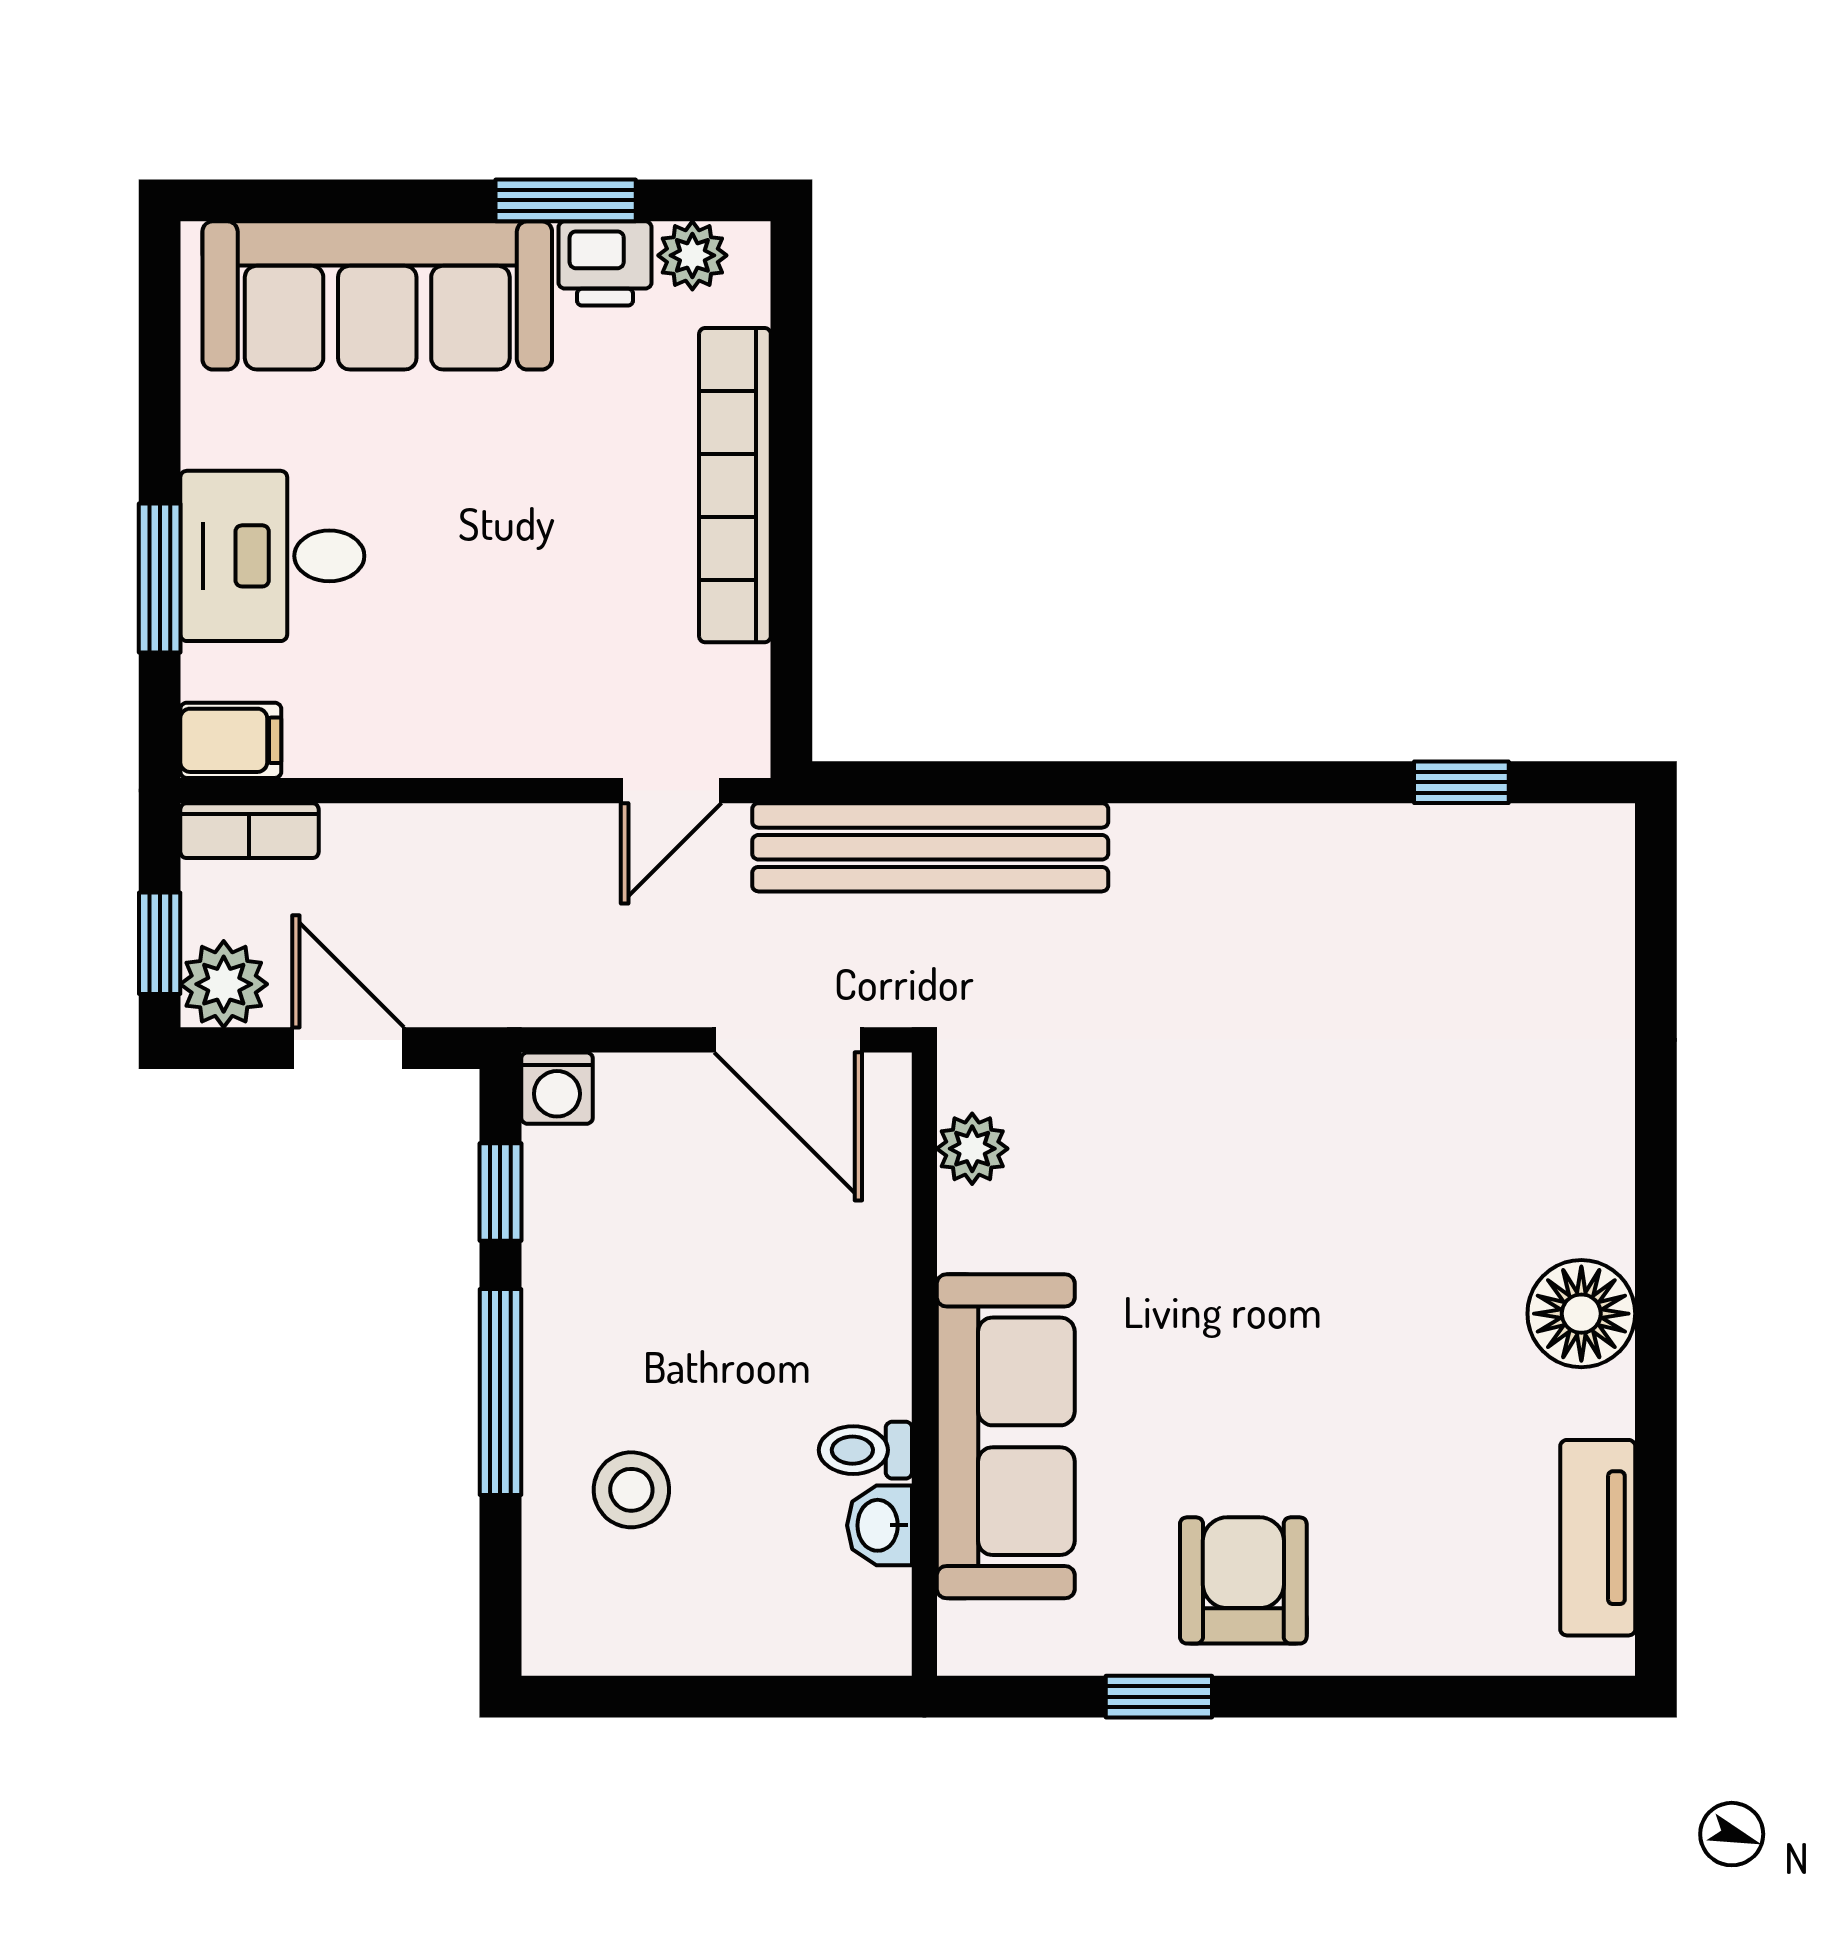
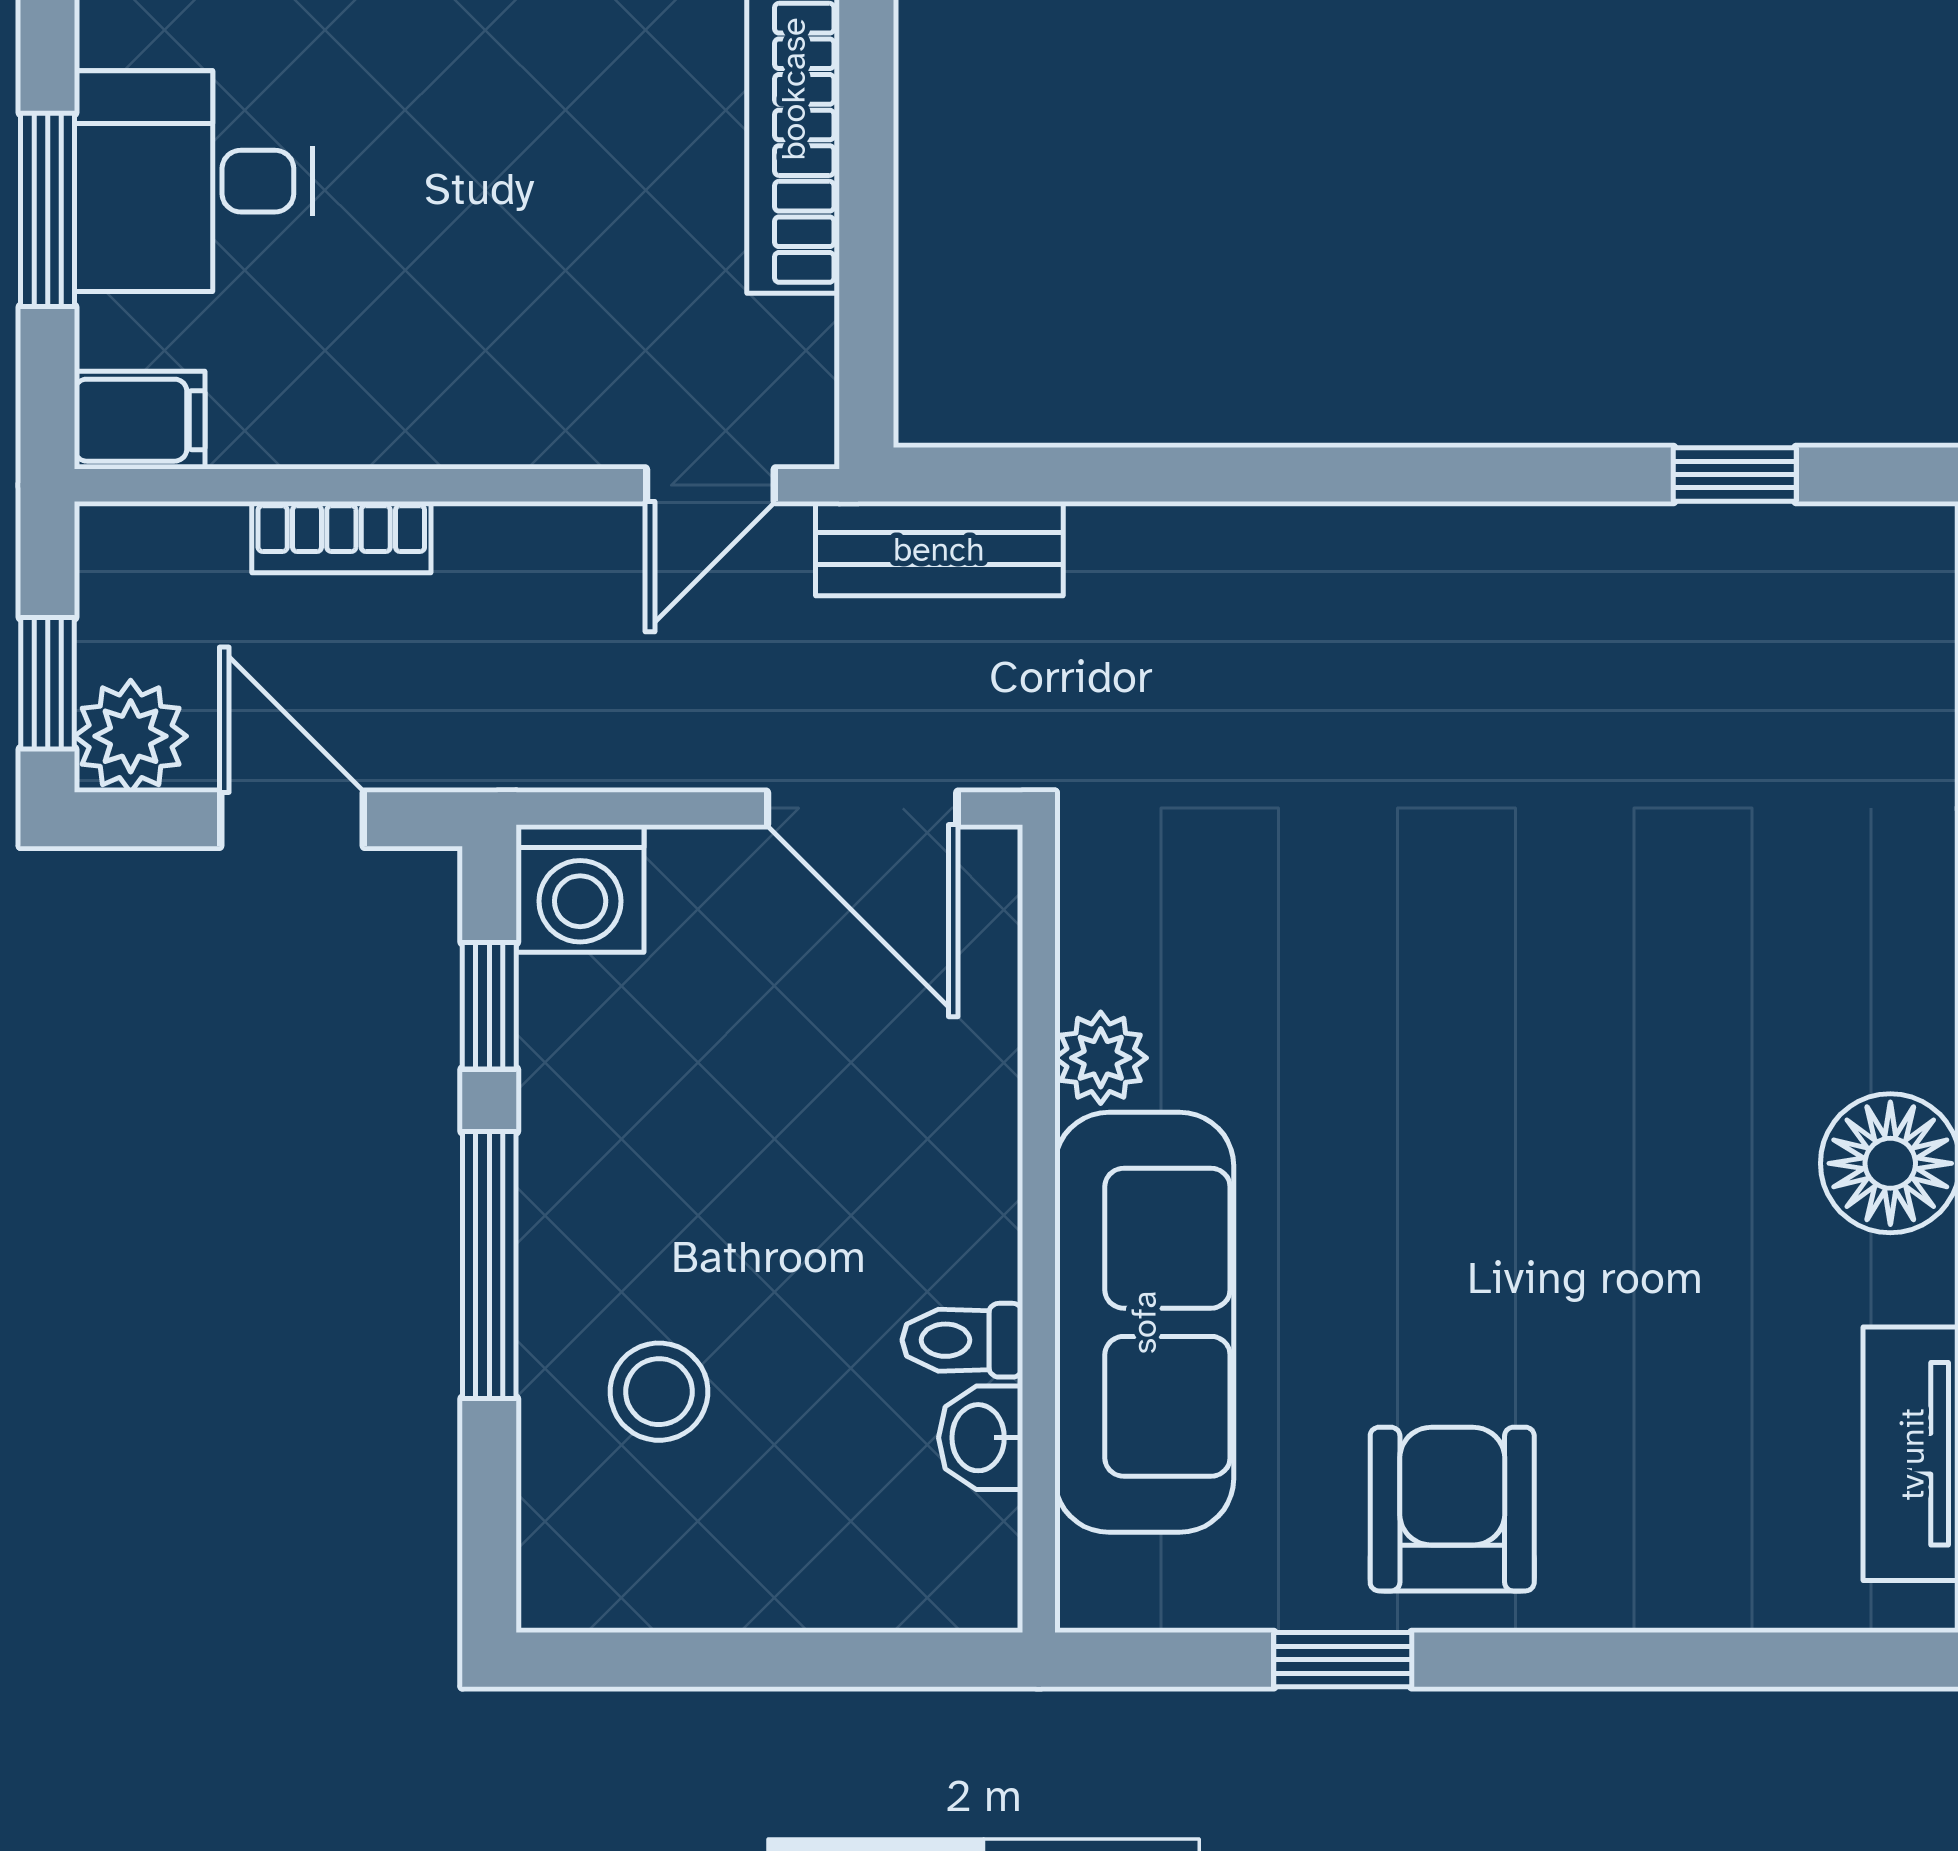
bookcase: (249, 831) -> (341, 537), moved
bench: (930, 847) -> (939, 549), width x0.54, depth x0.82
washing machine: (557, 1088) -> (580, 888), width x1.38, depth x1.38
plant: (972, 1149) -> (1101, 1058), moved

